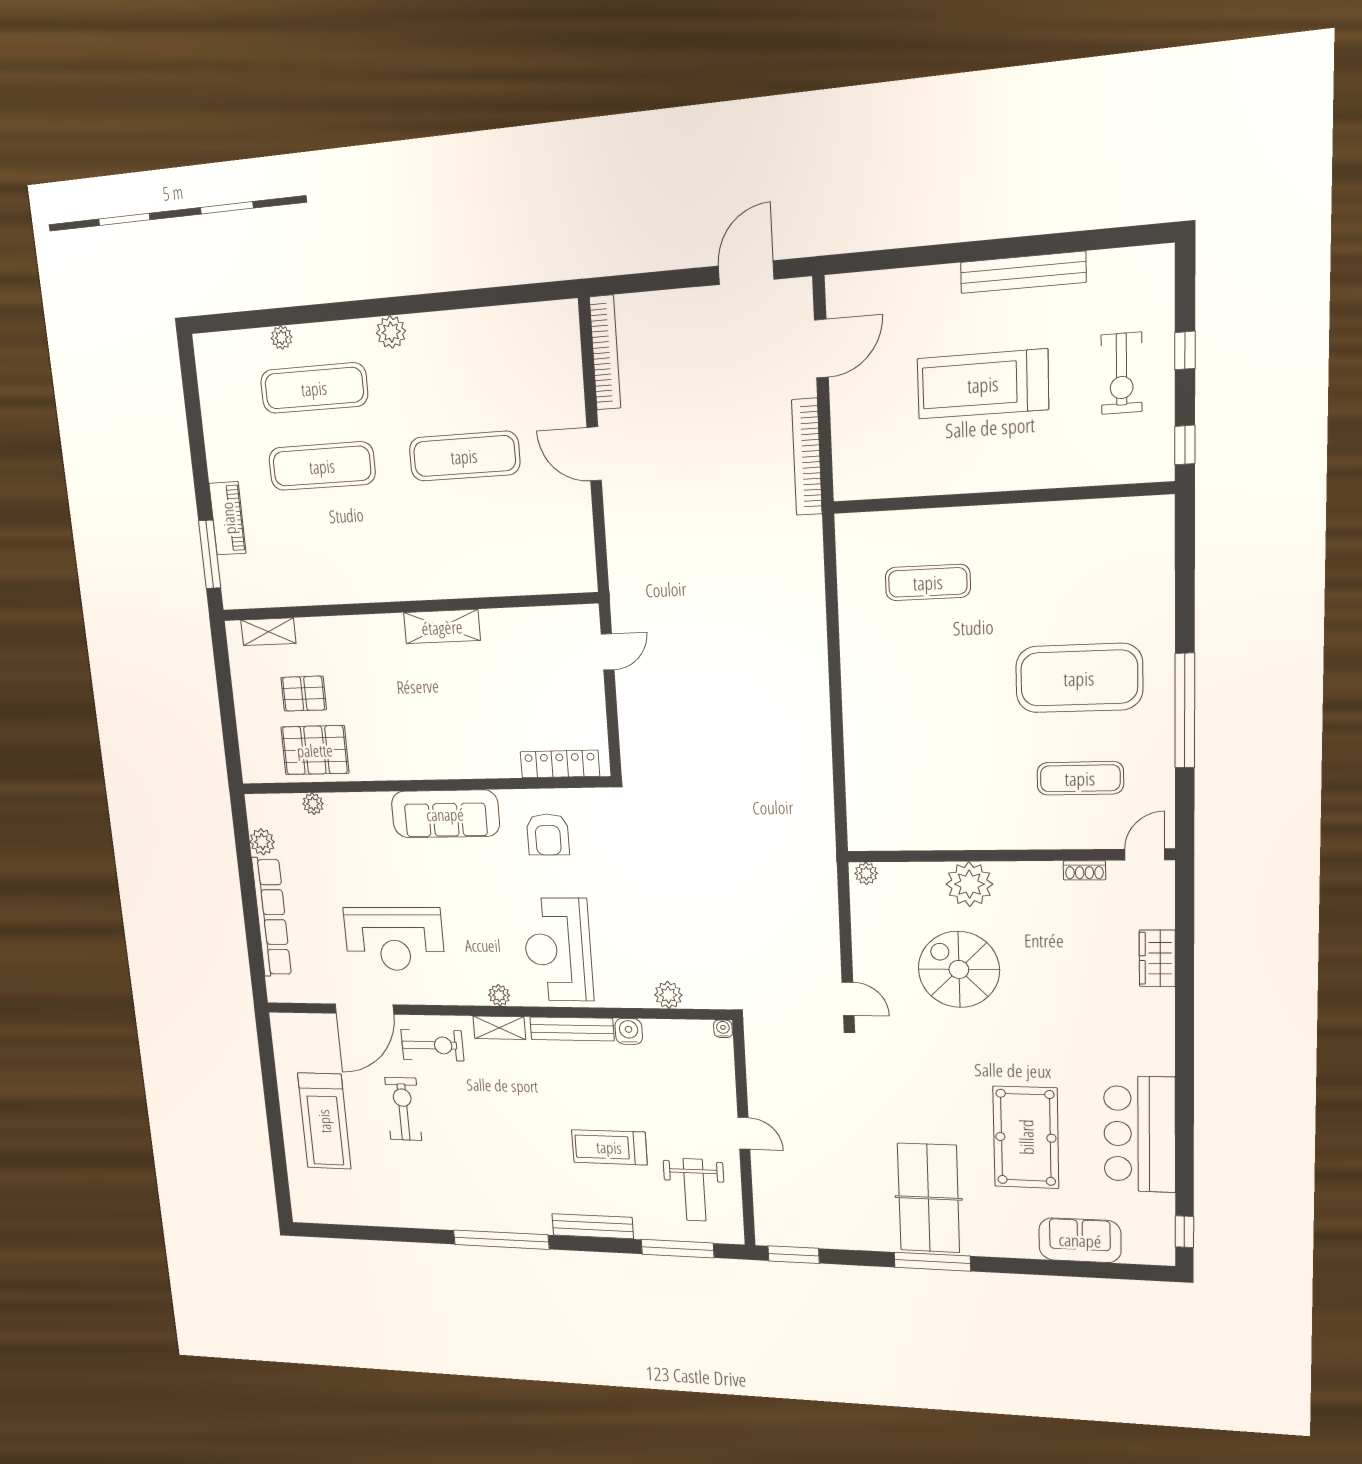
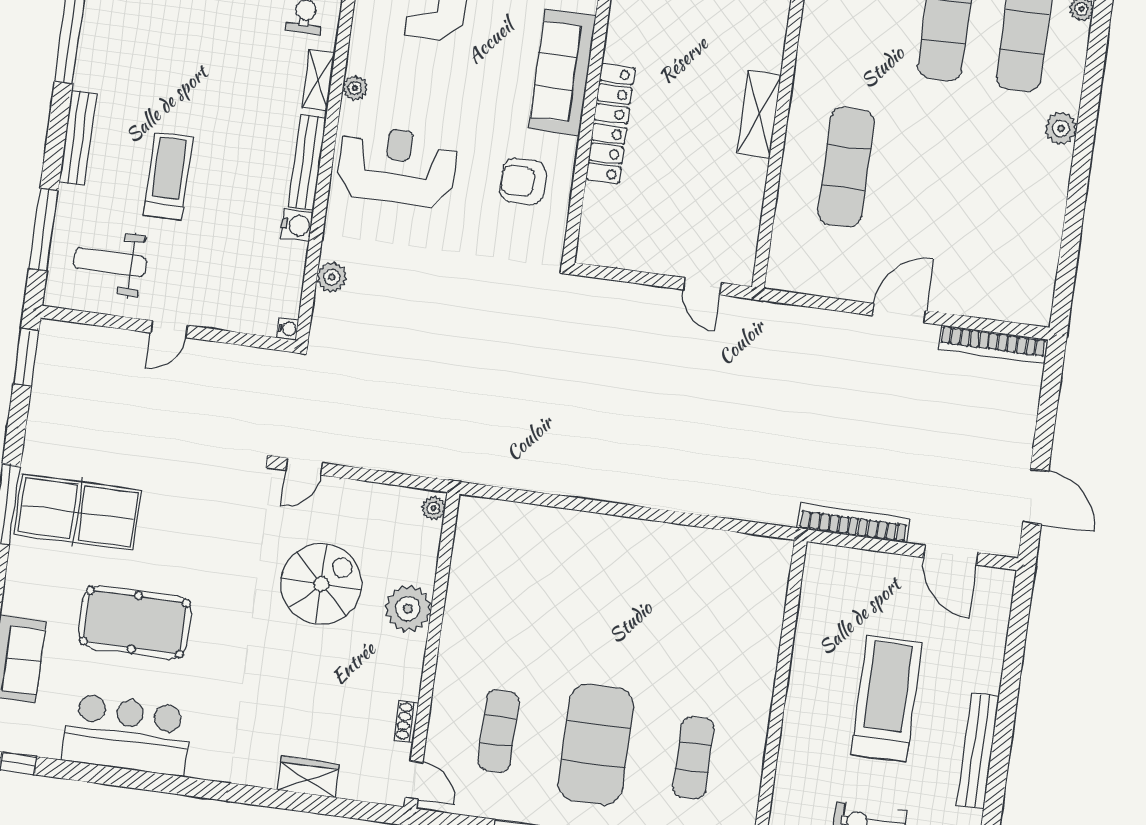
exercise mat: (464, 456) -> (846, 167), moved
exercise mat: (928, 582) -> (693, 758), moved
locker: (560, 764) -> (610, 124), moved, width x1.41, depth x1.21

